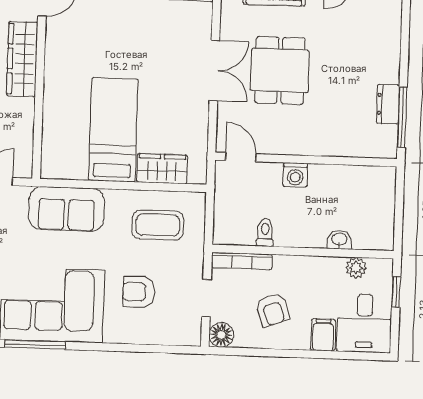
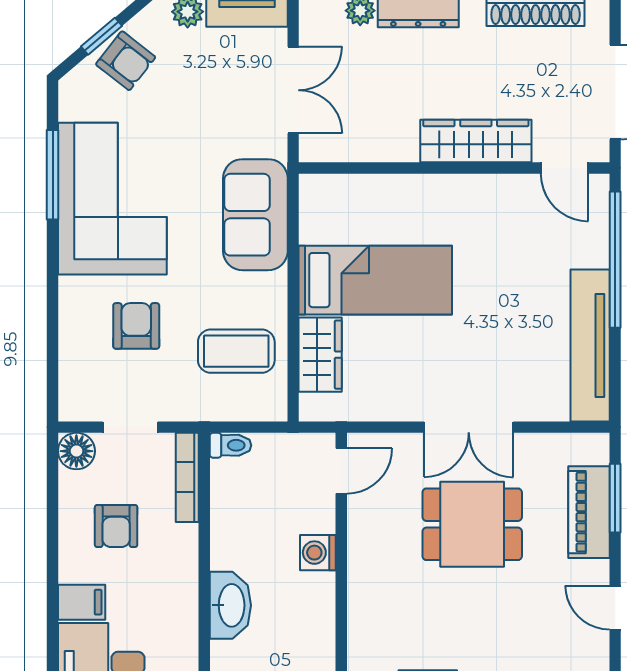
coffee table: (158, 225) -> (236, 351), turned 90
toilet: (265, 233) -> (230, 445), moved
washbasin: (339, 240) -> (230, 605), width x1.91, depth x1.45
plant: (356, 268) -> (183, 647), removed
armchair: (273, 310) -> (116, 526), turned -70

